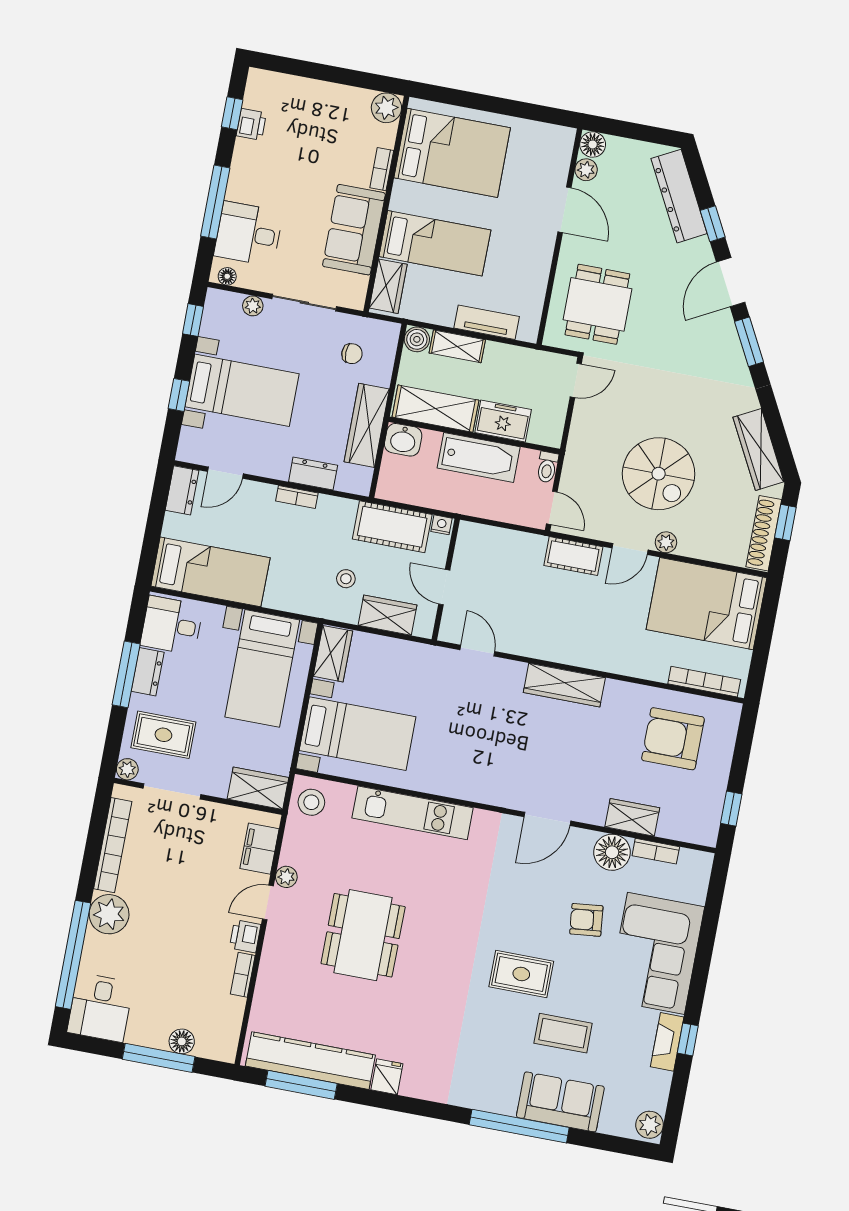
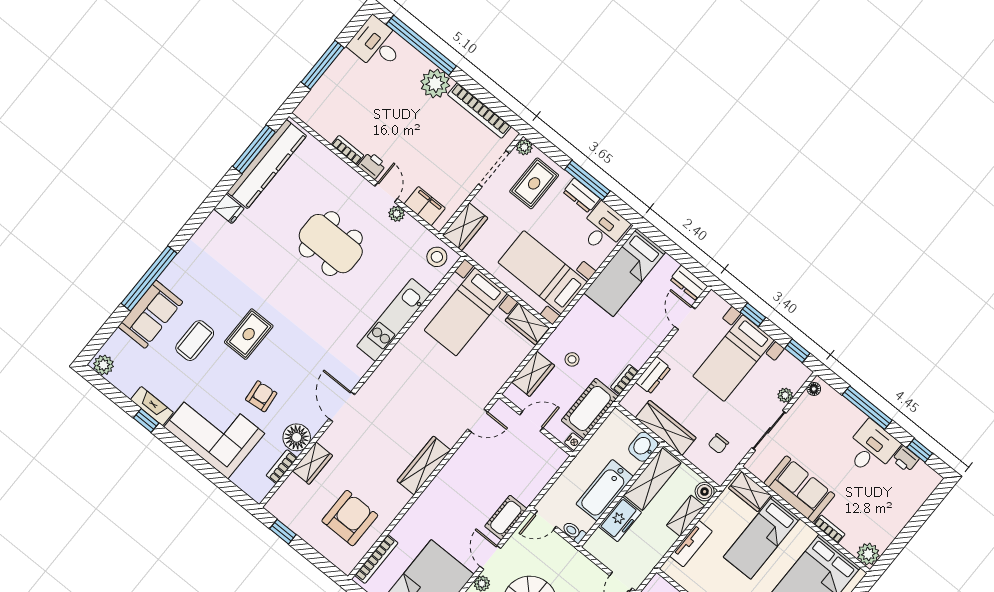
desk: (248, 234) -> (871, 448), moved
bookcase: (297, 497) -> (624, 379), moved
floor lamp: (182, 1041) -> (325, 86), removed

